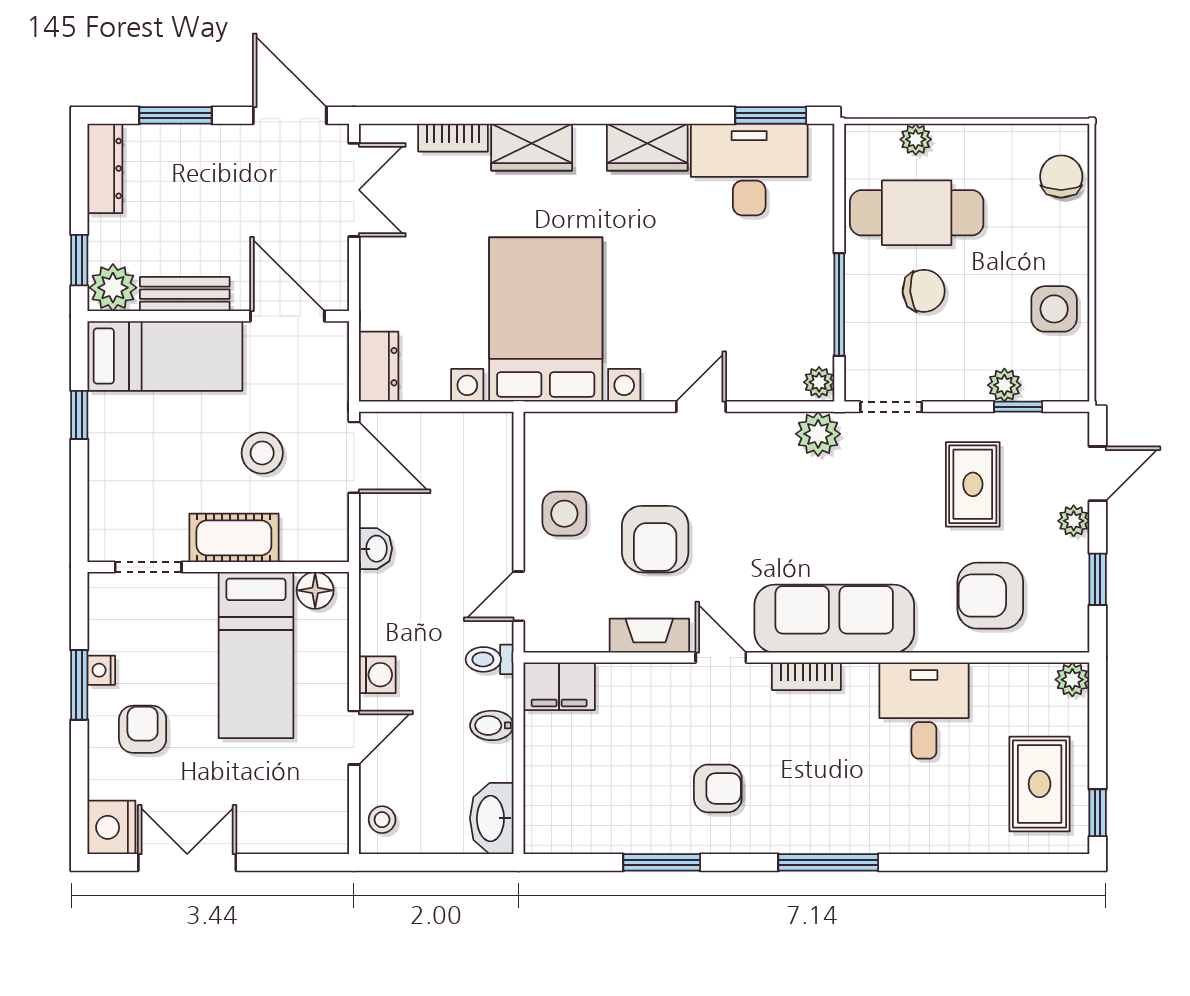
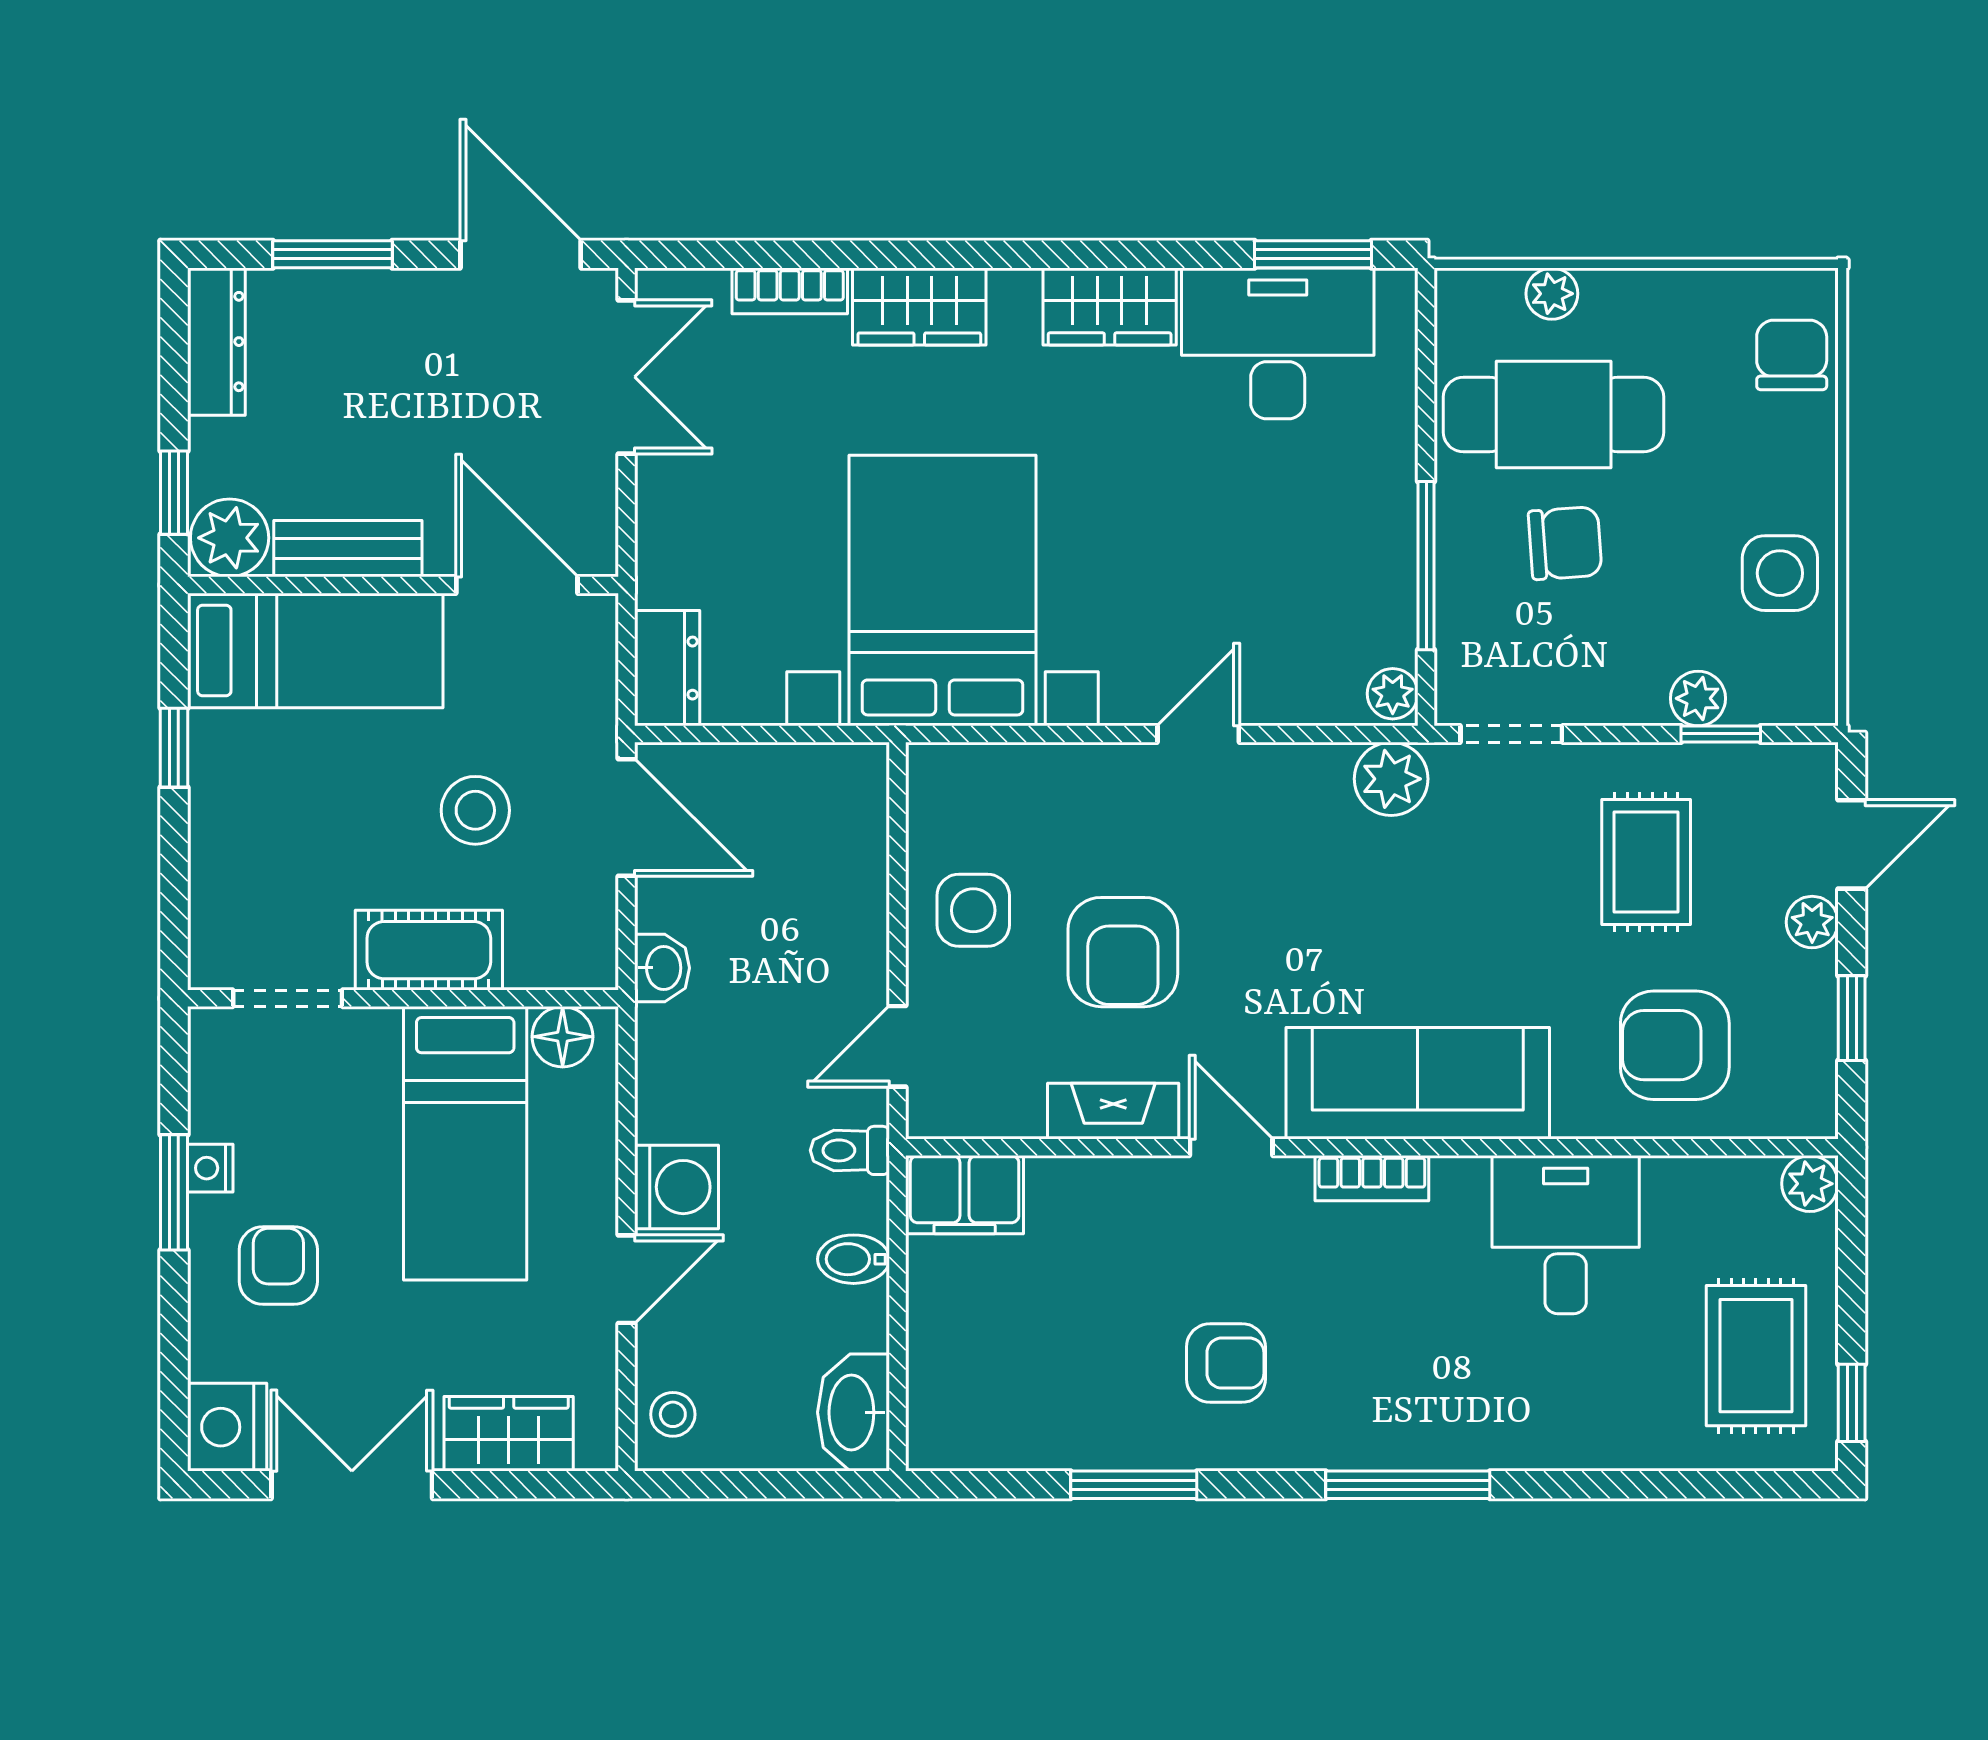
washing machine: (377, 675) -> (676, 1187), width x1.38, depth x1.38
wardrobe: (282, 831) -> (509, 1434), added

